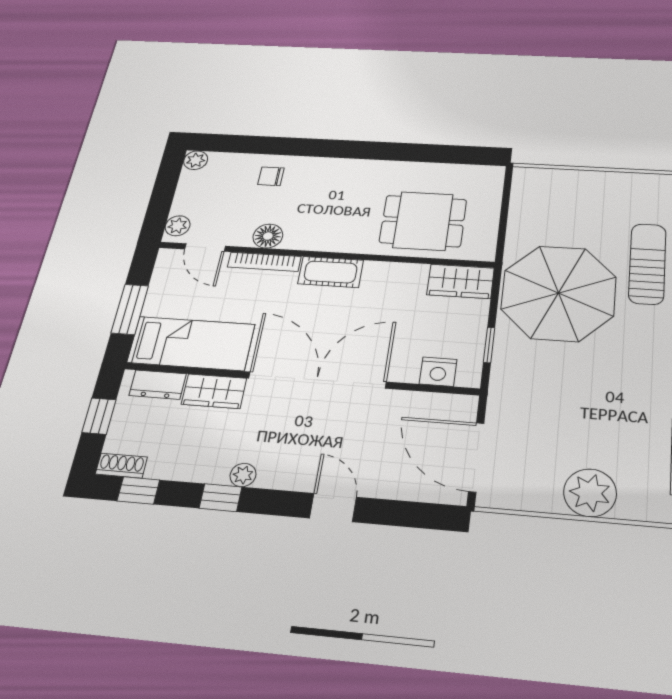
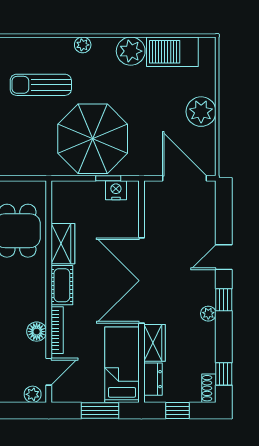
wardrobe: (461, 281) -> (63, 244), moved
parasol: (559, 293) -> (93, 139), moved
nightstand: (438, 372) -> (116, 190), moved, turned -90
door: (476, 457) -> (184, 178), swing flipped
window: (221, 498) -> (224, 300), moved

